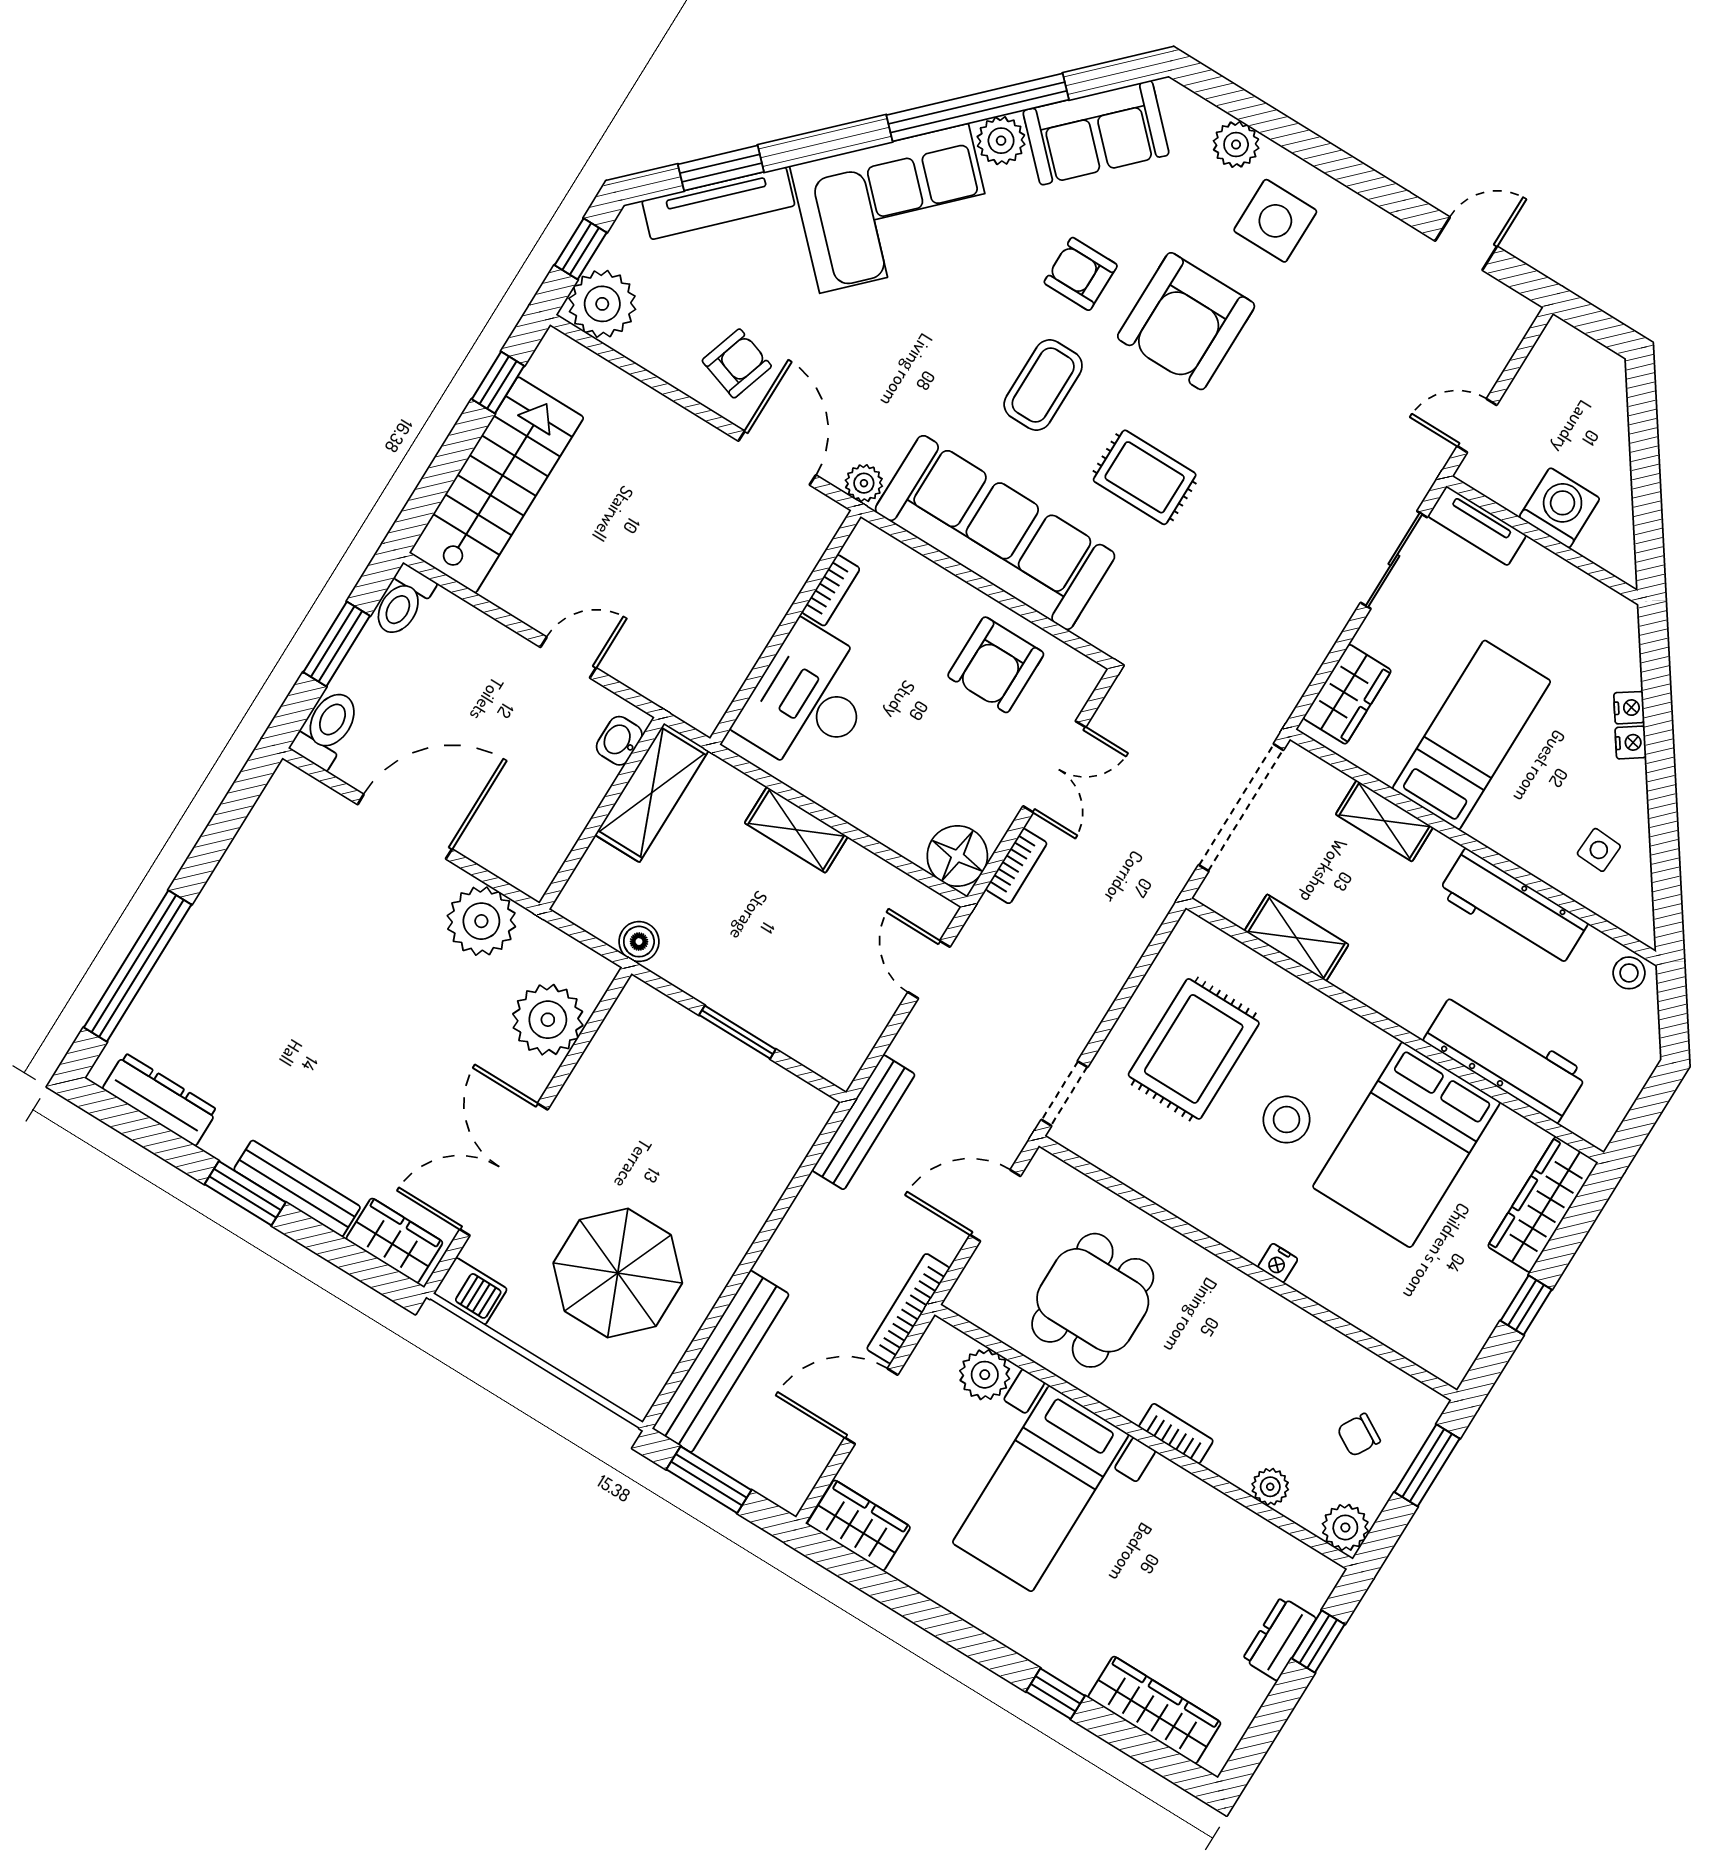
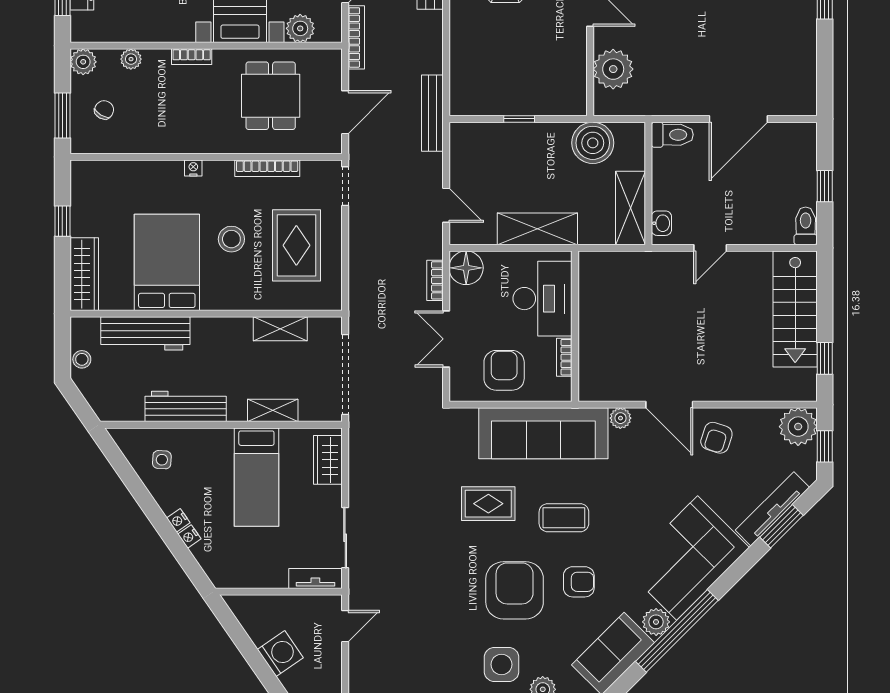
coffee table: (1043, 385) -> (564, 518), turned 90
washing machine: (1559, 508) -> (280, 654), moved, turned -125
bookcase: (831, 590) -> (564, 357), moved
wall: (785, 627) -> (575, 326), moved
window: (337, 644) -> (825, 186), width x0.67
desk: (809, 700) -> (543, 299), moved
toilet: (327, 728) -> (672, 135), moved, turned -90
shelving: (796, 830) -> (537, 229), width x1.50, depth x1.33
plant: (481, 921) -> (674, 97), removed
boiler: (639, 942) -> (593, 143), width x1.86, depth x1.86
stool: (1629, 973) -> (82, 359), moved
window: (737, 1032) -> (519, 119), width x0.67
bookcase: (1166, 1194) -> (267, 168), added

